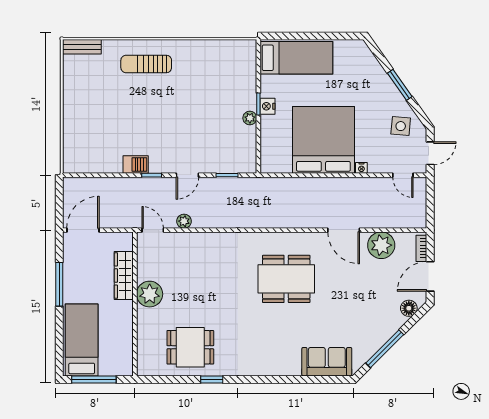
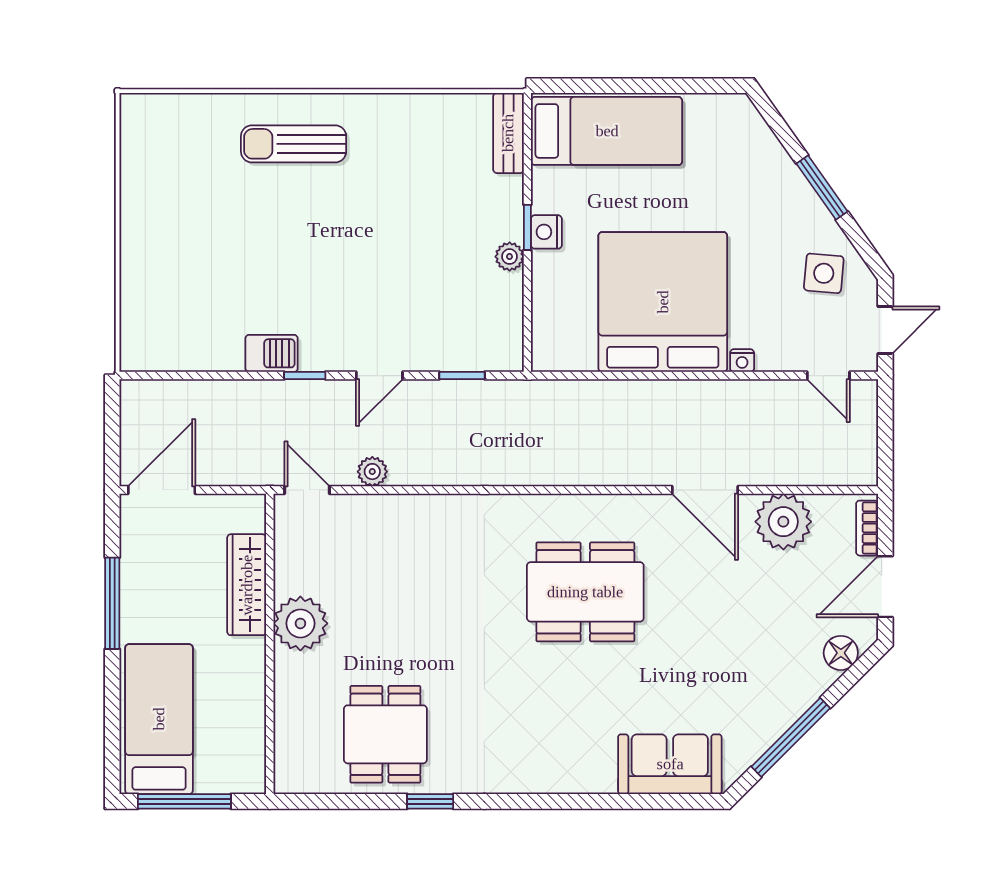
bench: (82, 47) -> (508, 133), moved, turned 90
dining table: (190, 347) -> (385, 734), turned 90

